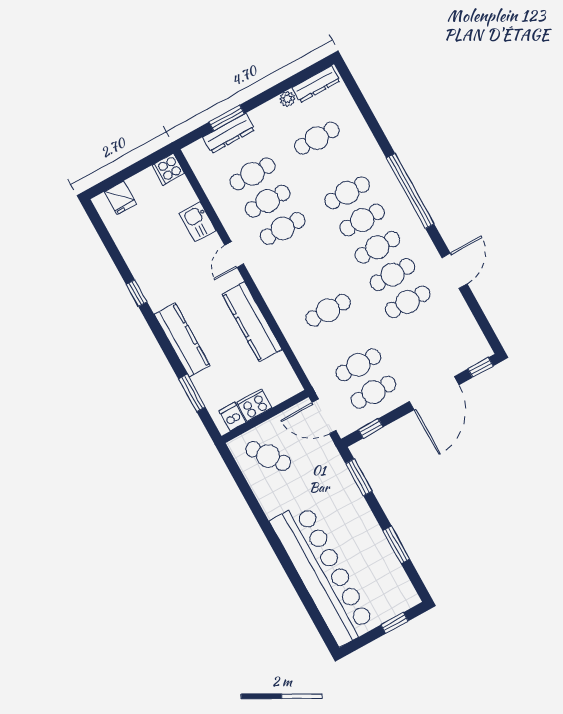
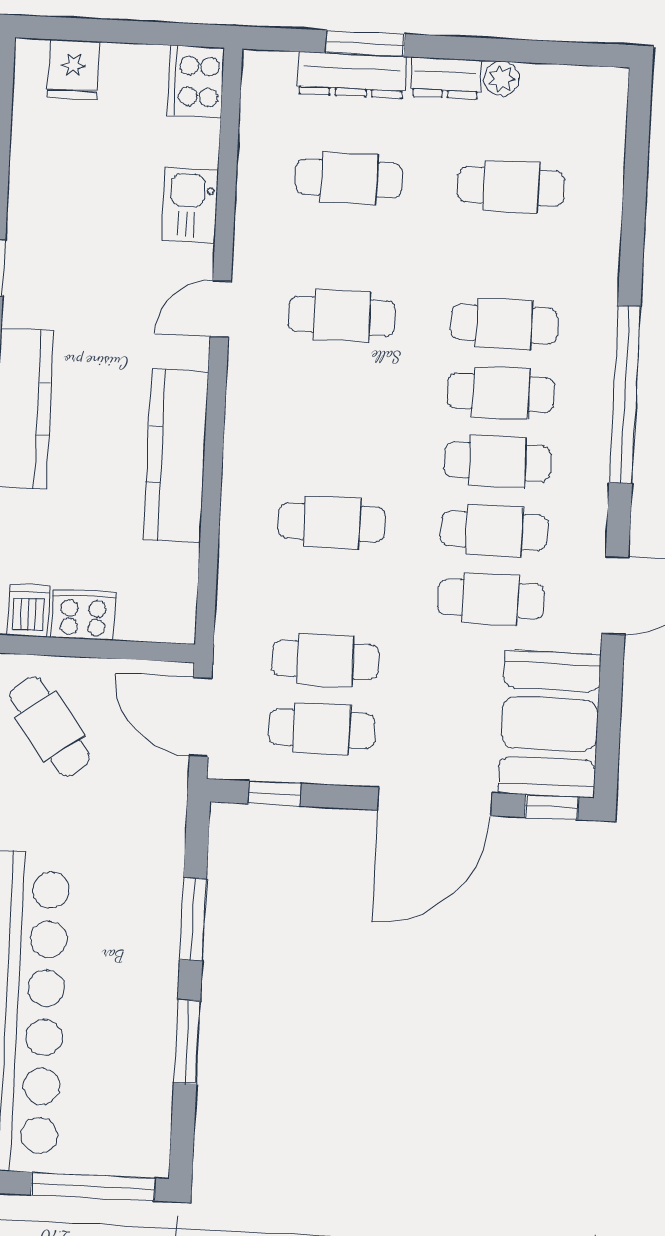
dresser: (316, 84) -> (446, 78), moved, width x0.70
cooker: (168, 169) -> (196, 81), width x1.36
cafe table: (268, 201) -> (345, 247), removed
booth: (460, 336) -> (549, 724), added
window: (359, 477) -> (193, 919), moved
window: (395, 623) -> (93, 1187), width x2.17

